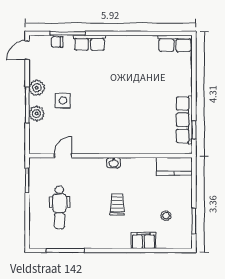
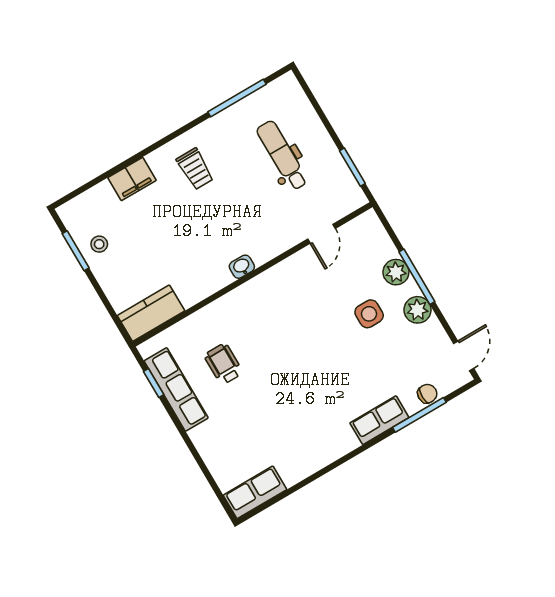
wheelchair: (152, 119) -> (224, 364), added
trolley: (117, 204) -> (195, 169), moved
stool: (166, 216) -> (99, 244), moved

